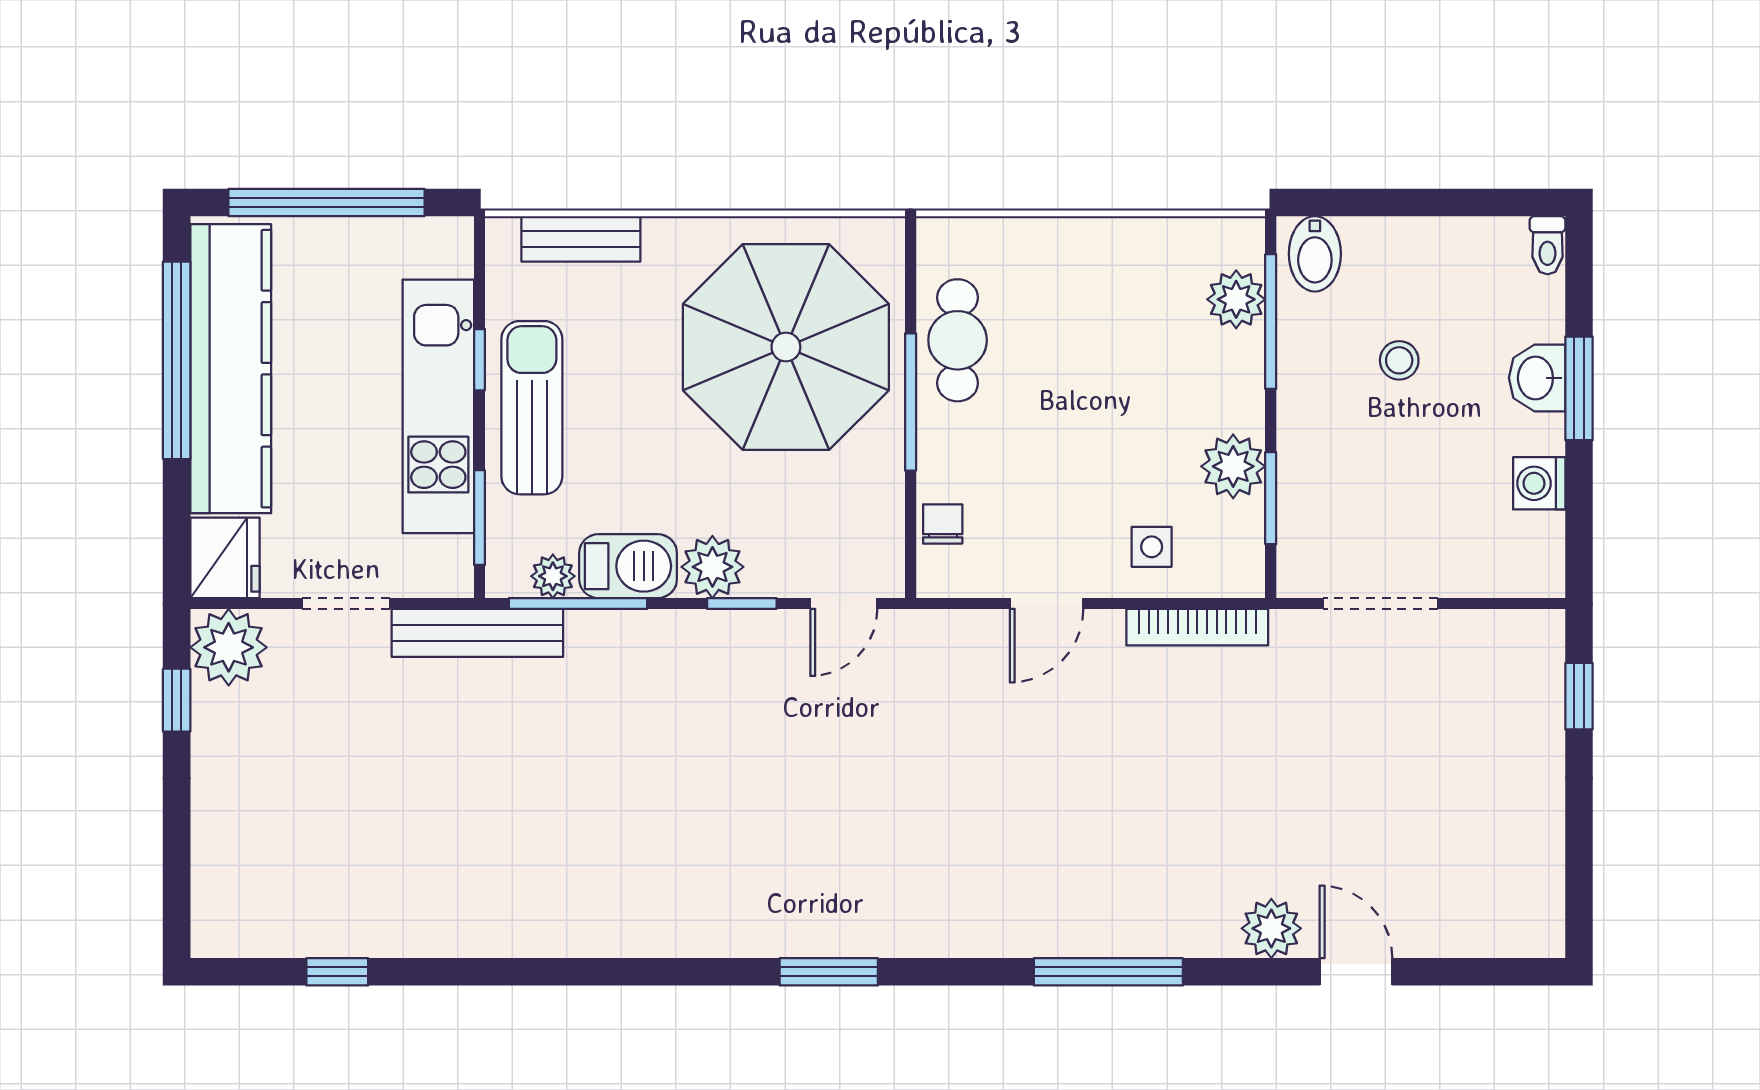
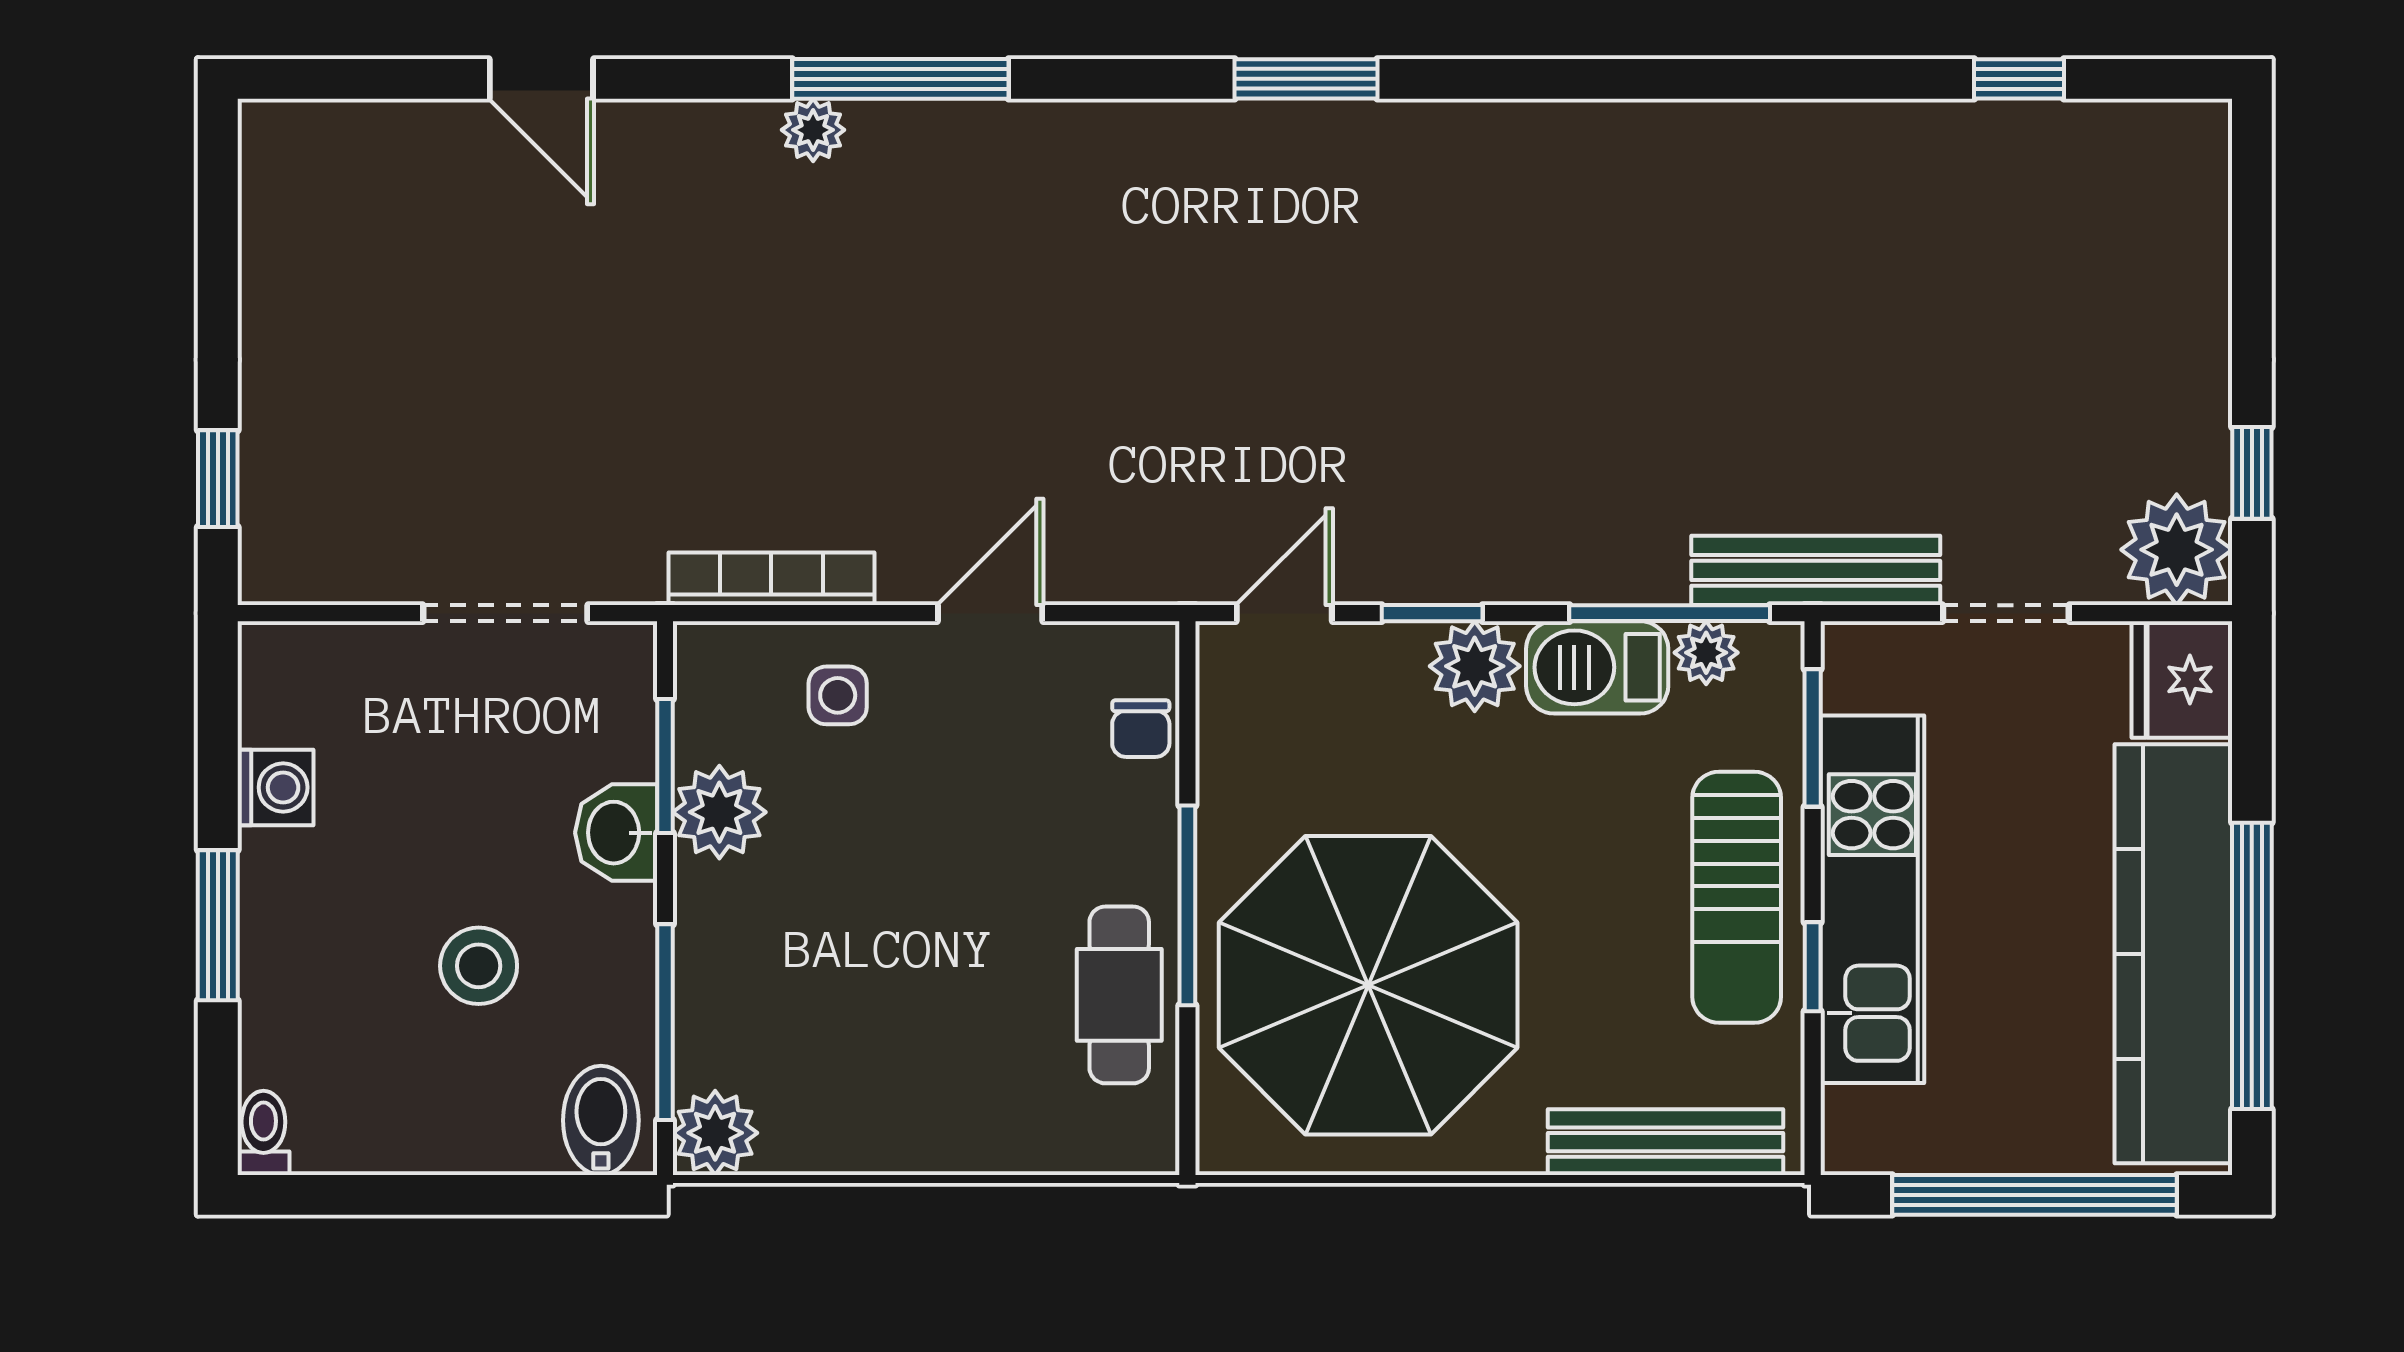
bench: (581, 239) -> (1665, 1142), width x1.36
plant: (1236, 299) -> (715, 1133), moved
stool: (1399, 360) -> (479, 966), width x1.37, depth x1.37
washbasin: (1537, 378) -> (616, 833), moved, turned 180
plant: (1271, 928) -> (813, 130), moved, width x0.73, depth x0.73

